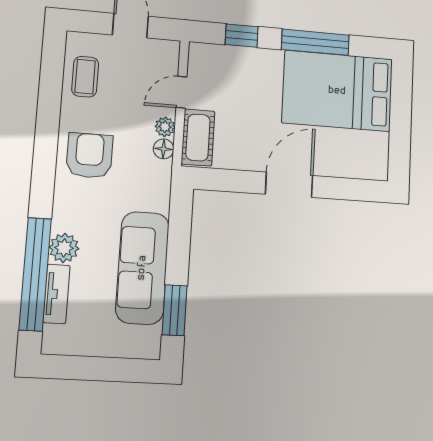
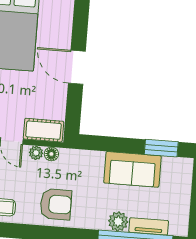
armchair: (90, 156) -> (56, 204), turned 180
sofa: (142, 268) -> (132, 169), width x0.73

